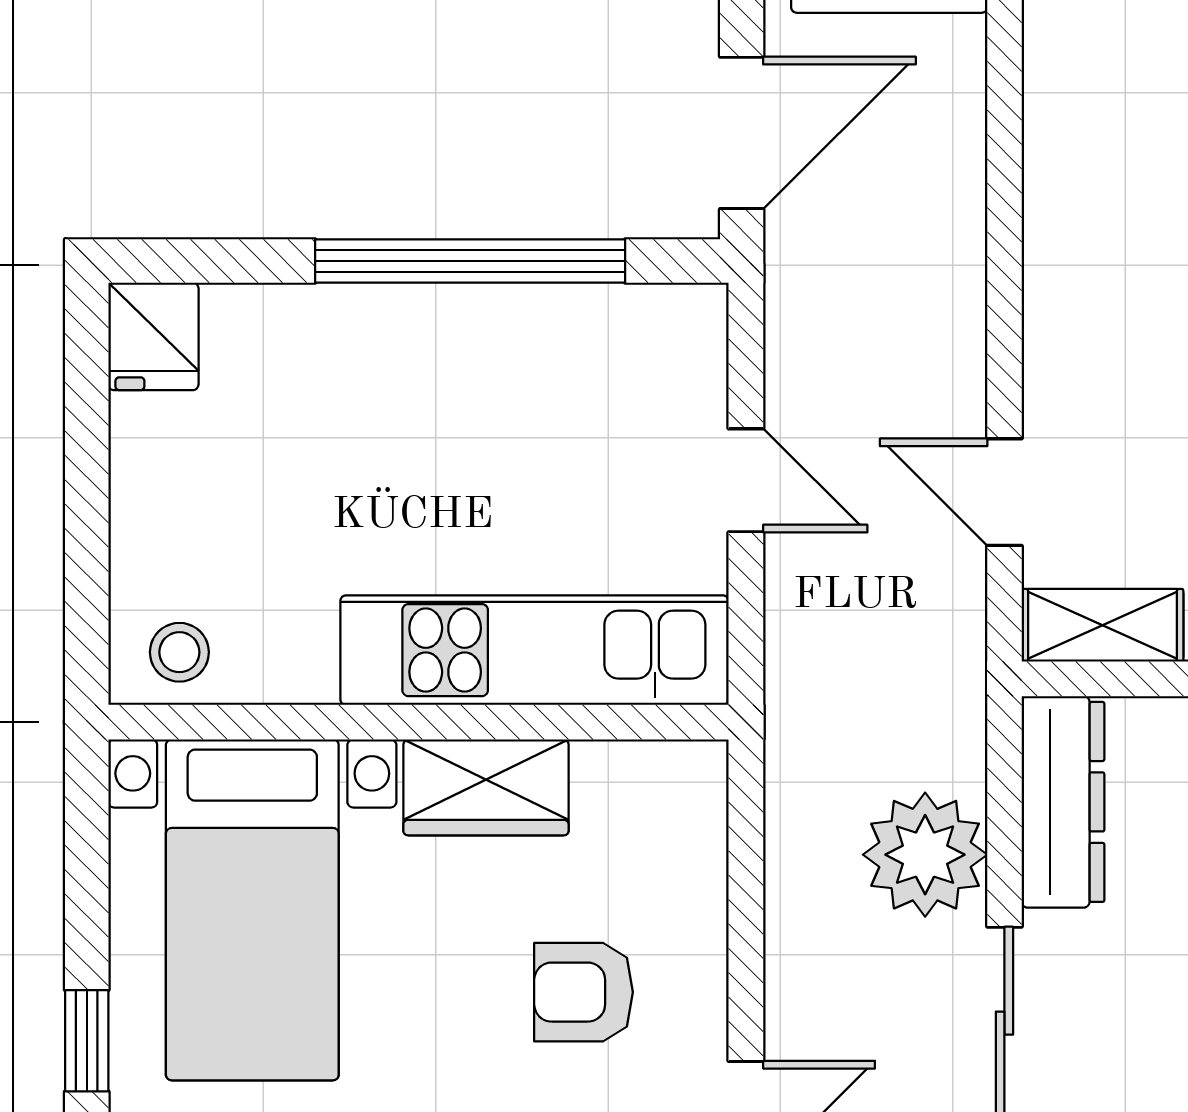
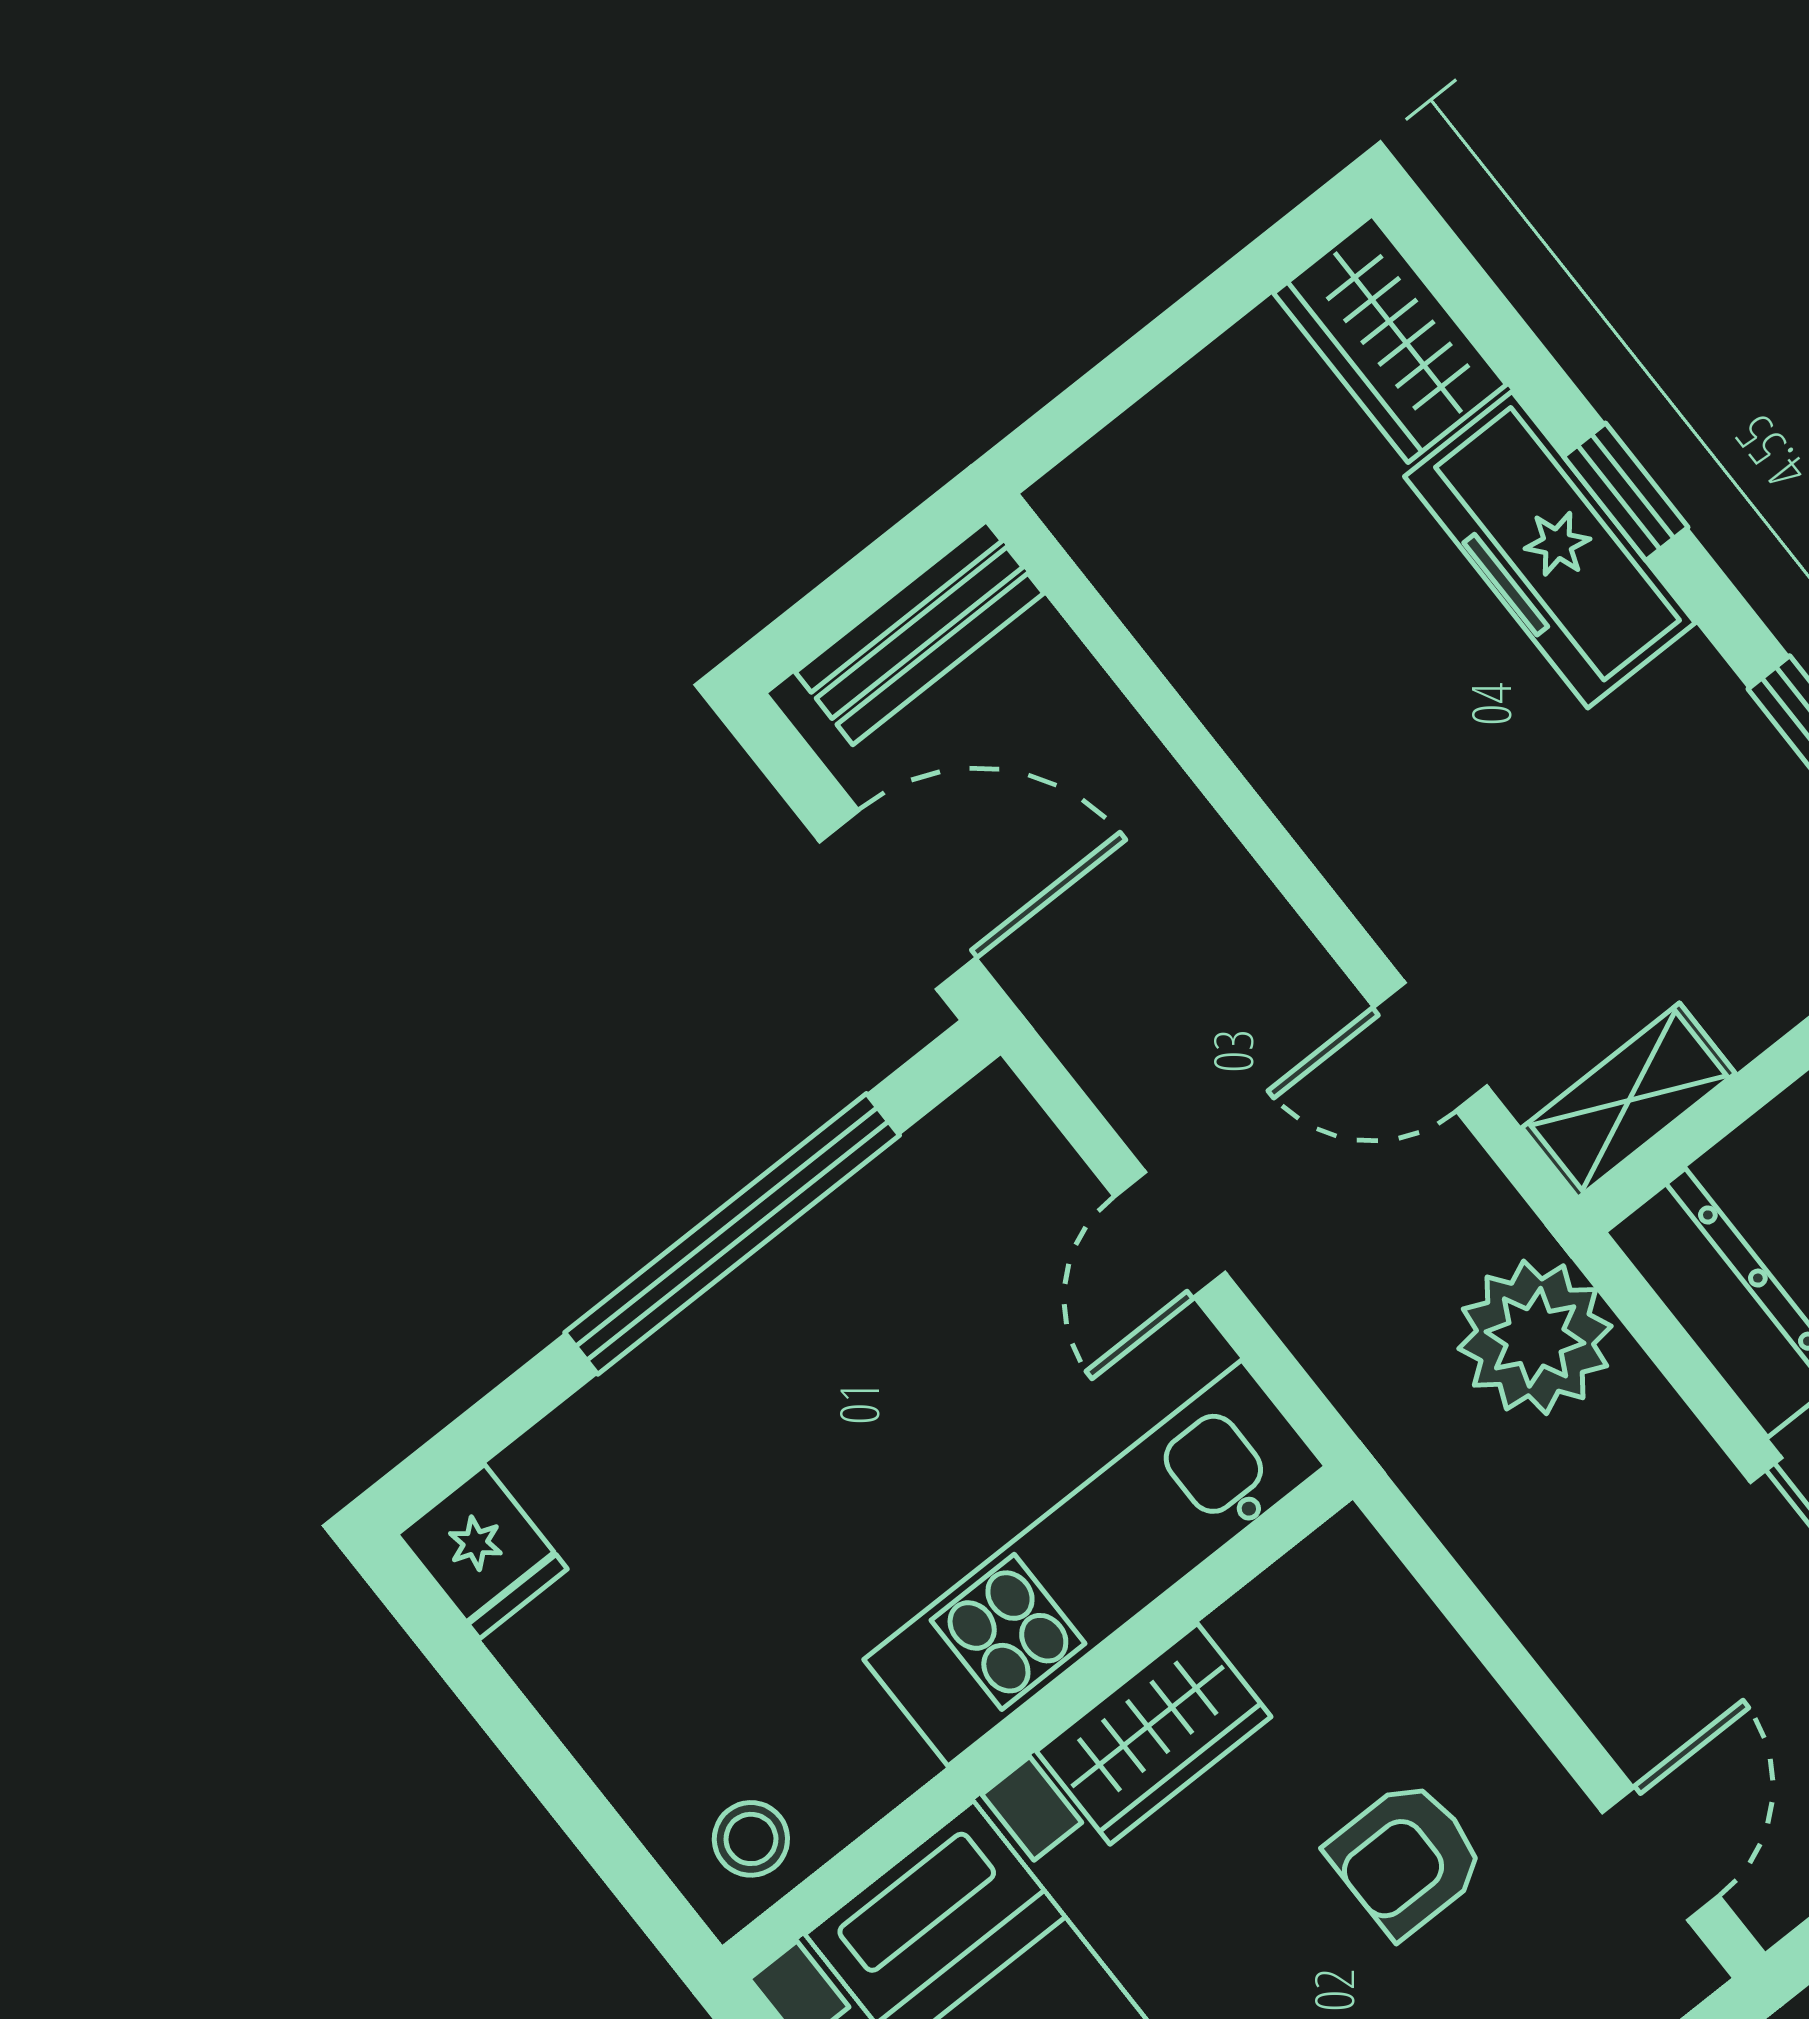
door: (742, 133) -> (898, 900), hinge flipped
door: (746, 480) -> (1170, 1235), swing flipped
plant: (925, 855) -> (1535, 1337), moved

